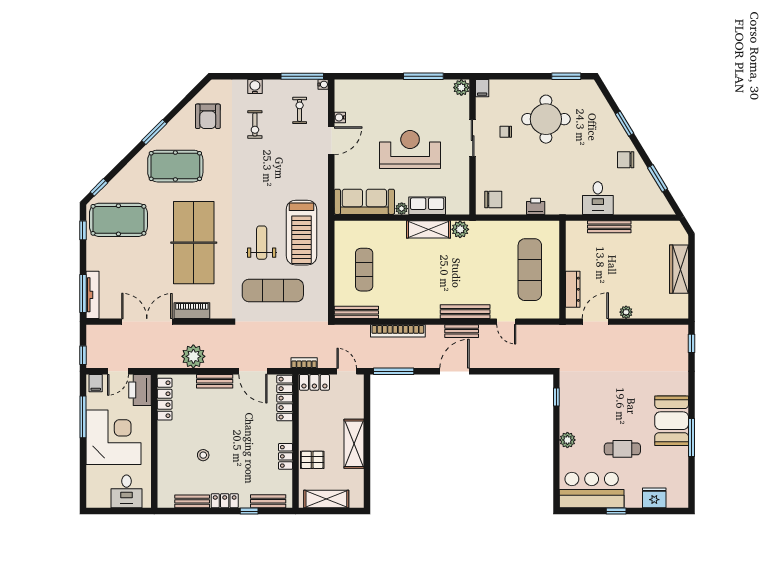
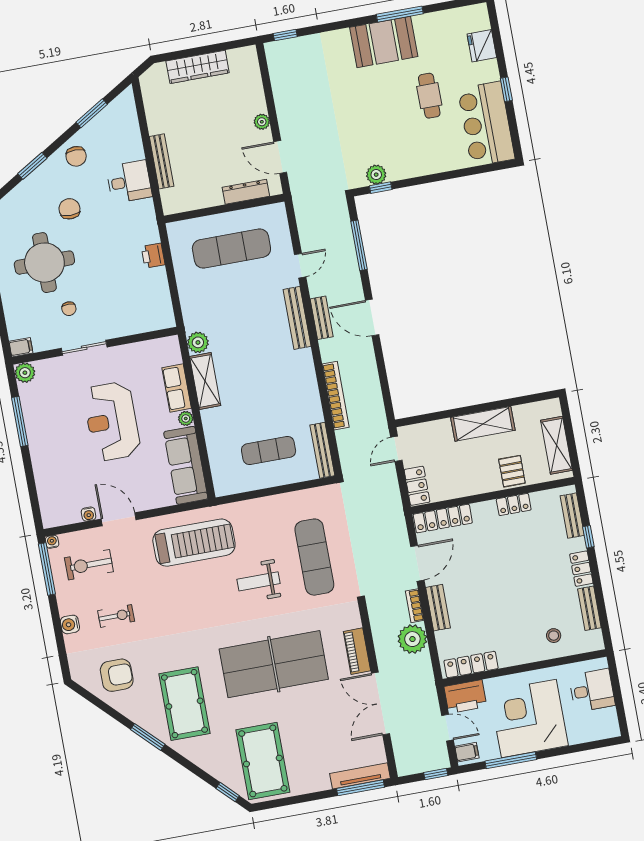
exercise bike: (300, 110) -> (89, 565), width x1.38, depth x1.39
chair: (493, 199) -> (69, 209), moved
window: (83, 230) -> (284, 802), removed
treadmill: (302, 233) -> (194, 543), moved
bookcase: (304, 363) -> (415, 606), moved
window: (394, 371) -> (359, 245), moved
plant: (567, 440) -> (376, 175), moved
stool: (203, 455) -> (554, 636), moved

